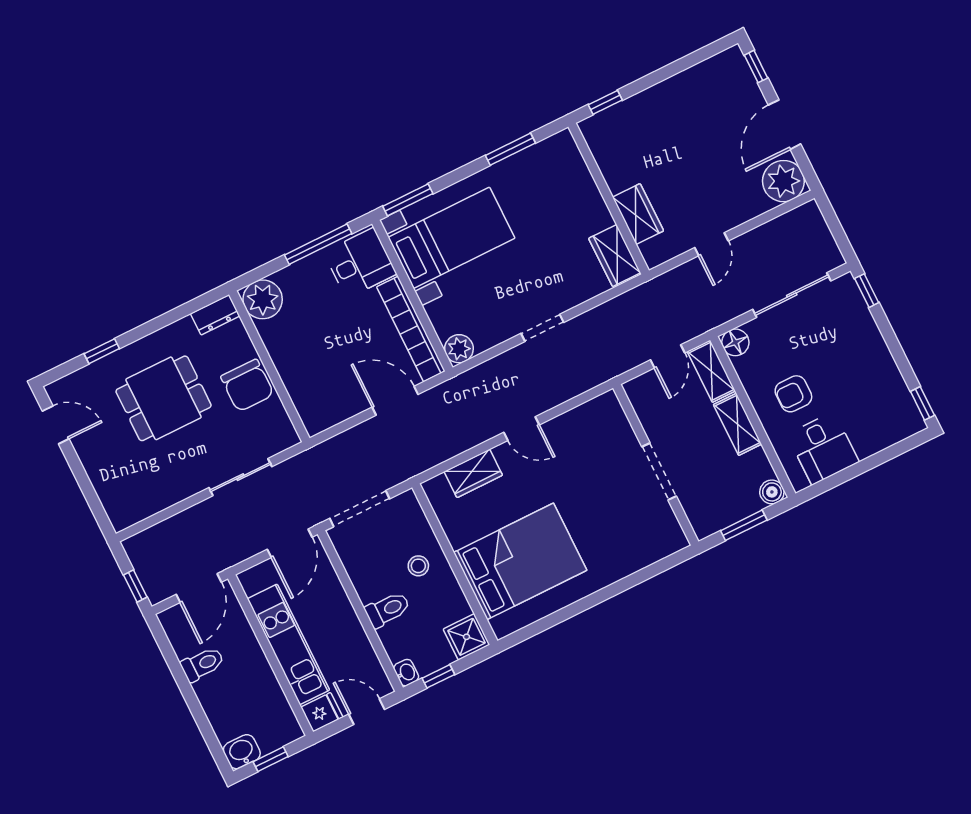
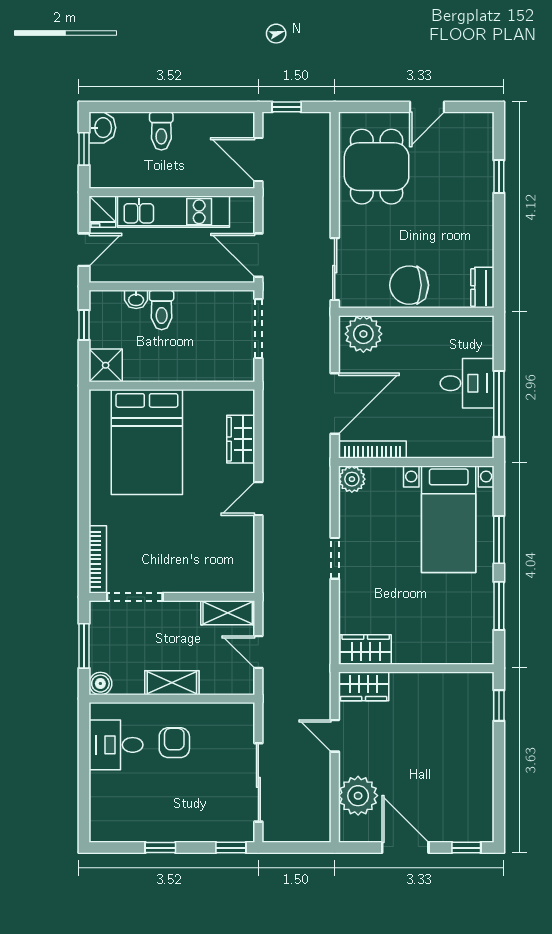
plant: (783, 181) -> (358, 796), moved
window: (408, 200) -> (499, 540), moved
wardrobe: (638, 214) -> (364, 686), moved
desk: (360, 263) -> (467, 383), moved, turned -90
plant: (263, 299) -> (363, 334), moved
bookcase: (411, 329) -> (372, 449), width x0.68, depth x0.76
floor lamp: (735, 342) -> (242, 715), removed
shelving: (711, 371) -> (228, 613), moved
dining table: (164, 398) -> (377, 167), moved
door: (395, 401) -> (335, 404), width x1.36
window: (922, 403) -> (160, 848), moved
door: (56, 425) -> (427, 107), moved
doorway: (659, 472) -> (135, 597), moved
sliding door: (240, 477) -> (335, 269), moved
bookcase: (655, 553) -> (98, 559), added
stool: (418, 566) -> (186, 354), removed
toilet: (203, 664) -> (161, 131), moved
washbasin: (406, 673) -> (136, 299), moved

